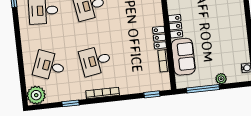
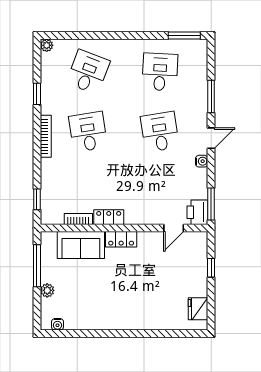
plant: (36, 95) -> (47, 45), width x0.53, depth x0.53

